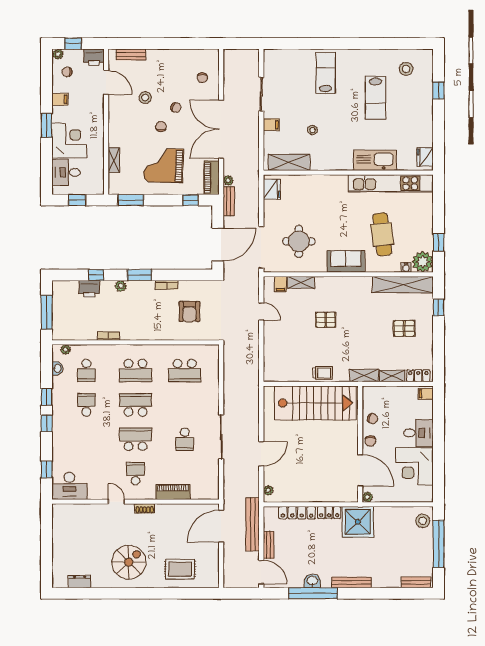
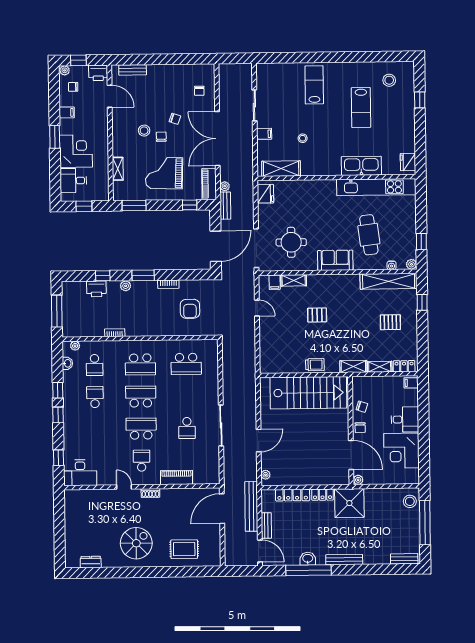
stool: (145, 98) -> (144, 131), moved
plant: (423, 262) -> (411, 264), width x0.53, depth x0.53

